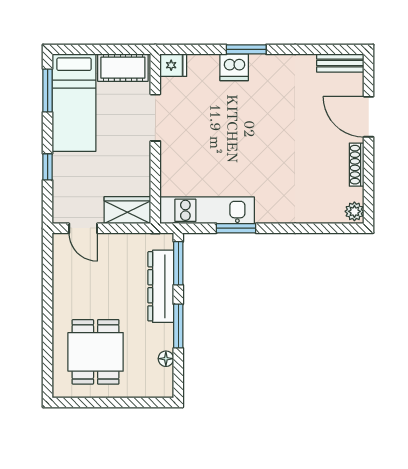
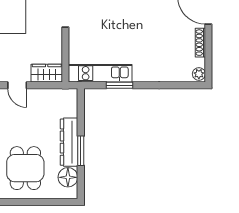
window: (178, 263) -> (81, 109), removed
dresser: (161, 286) -> (69, 142), moved
floor lamp: (166, 359) -> (68, 177), width x1.89, depth x1.89

